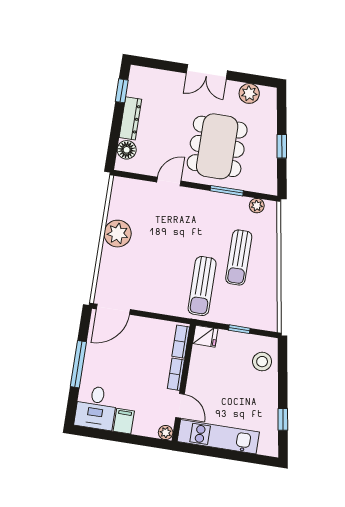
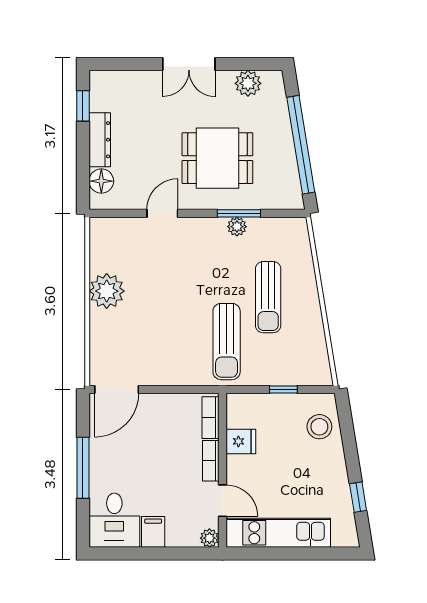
dining table: (217, 146) -> (217, 158), width x0.73
window: (282, 146) -> (301, 145), width x3.17
plant: (257, 206) -> (237, 227), moved
fridge: (205, 336) -> (241, 441), moved

